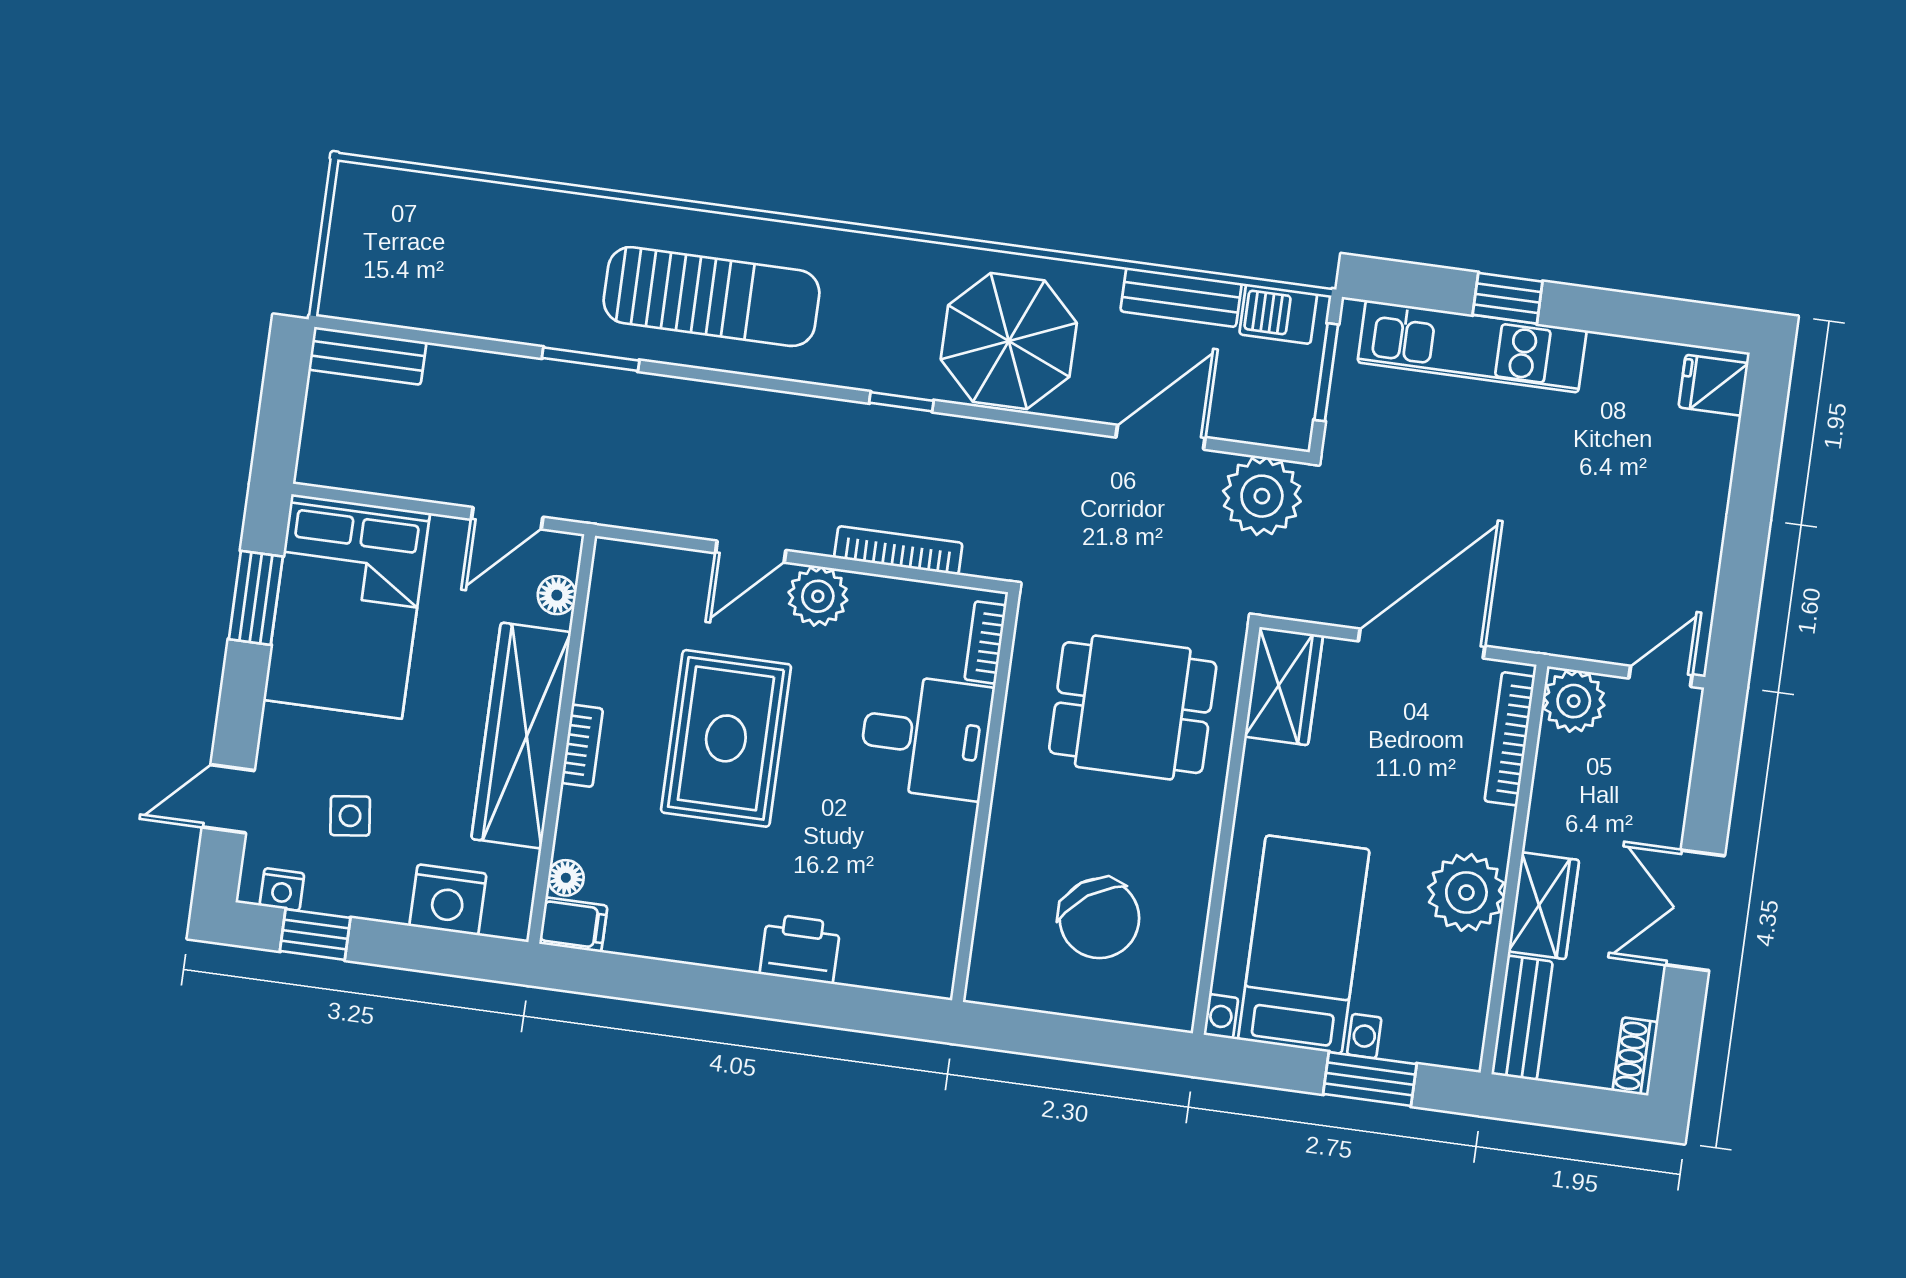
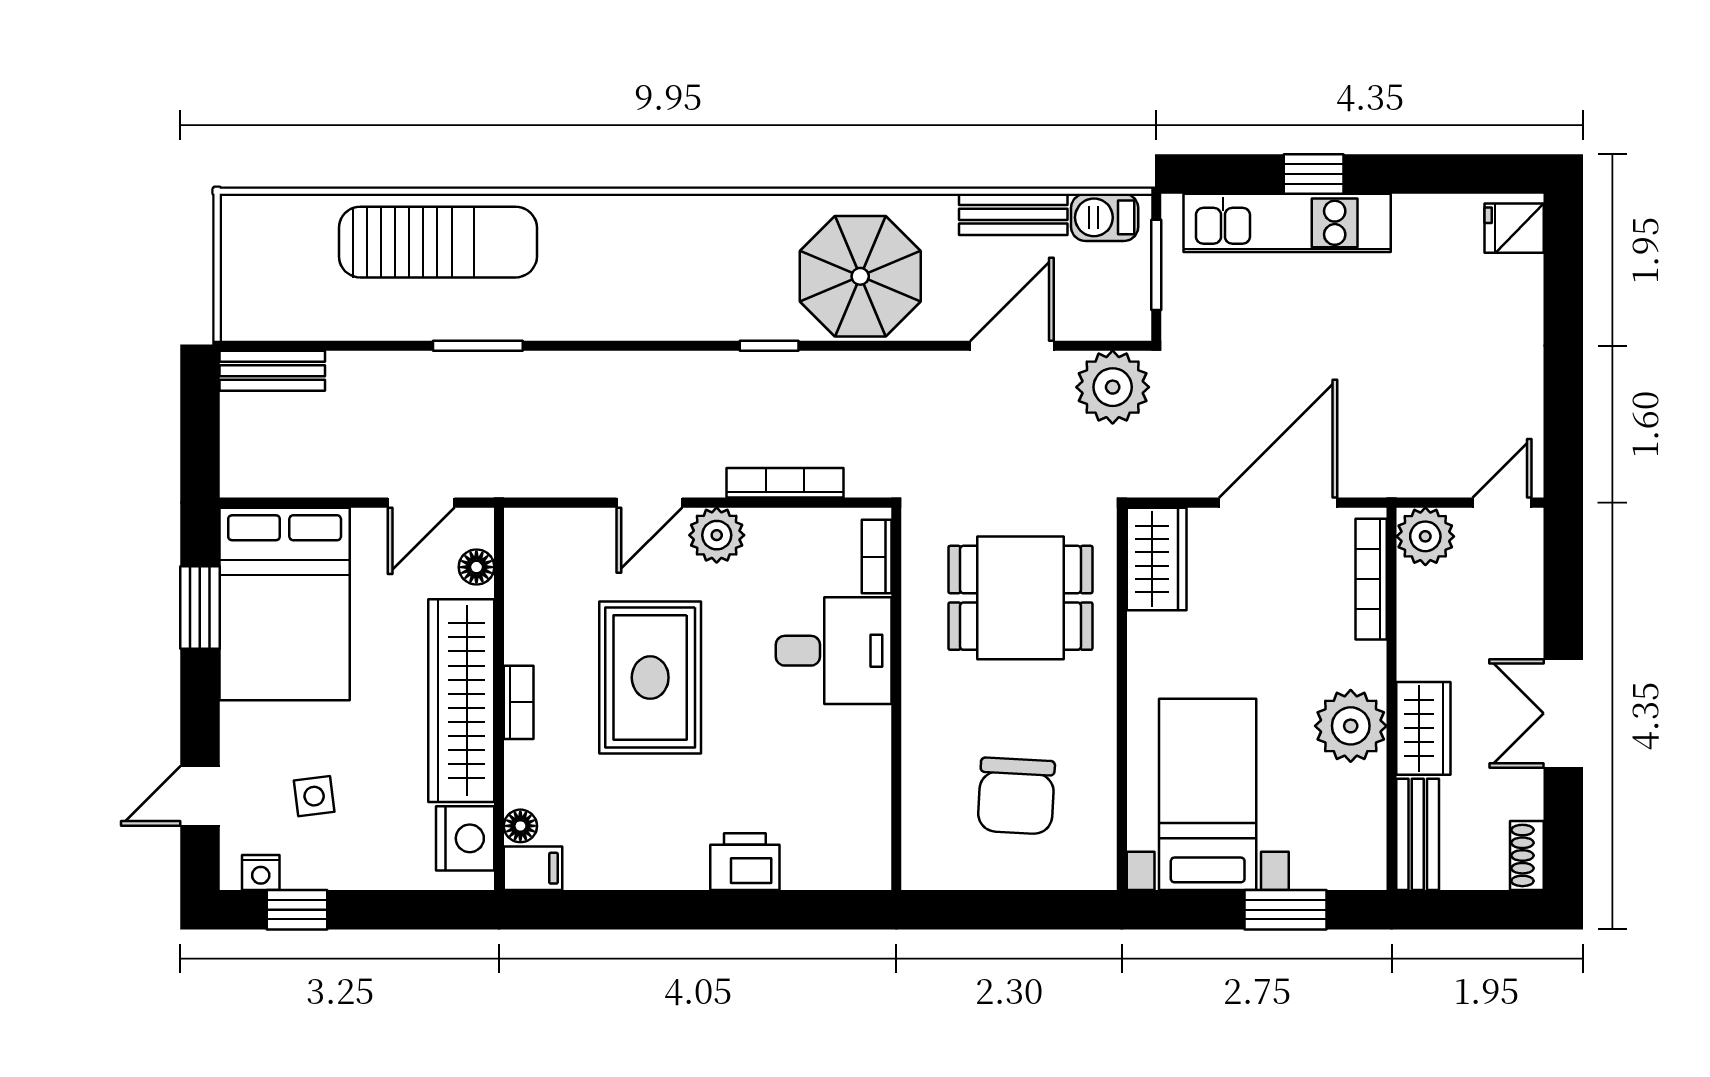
sun lounger: (711, 297) -> (438, 242), moved
nightstand: (448, 900) -> (465, 838), moved, turned -90
chair: (1099, 918) -> (1016, 796), turned 38

